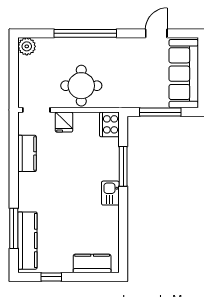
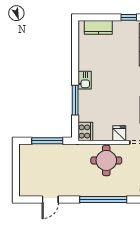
sofa: (184, 74) -> (30, 169), removed

